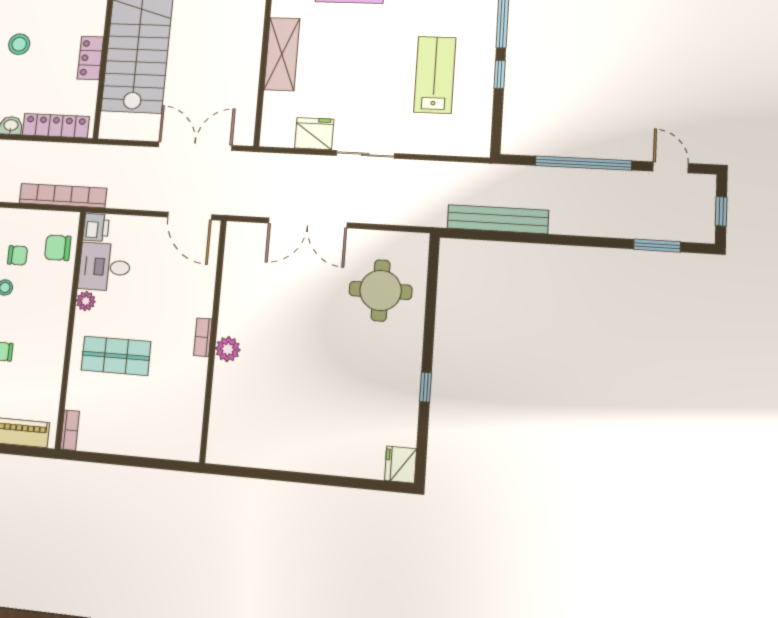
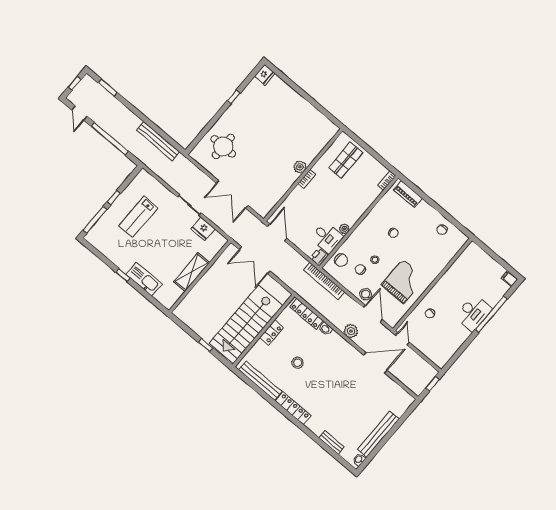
double door: (308, 223) -> (232, 194), swing flipped
shop shelf: (116, 356) -> (346, 160), moved, turned 90

